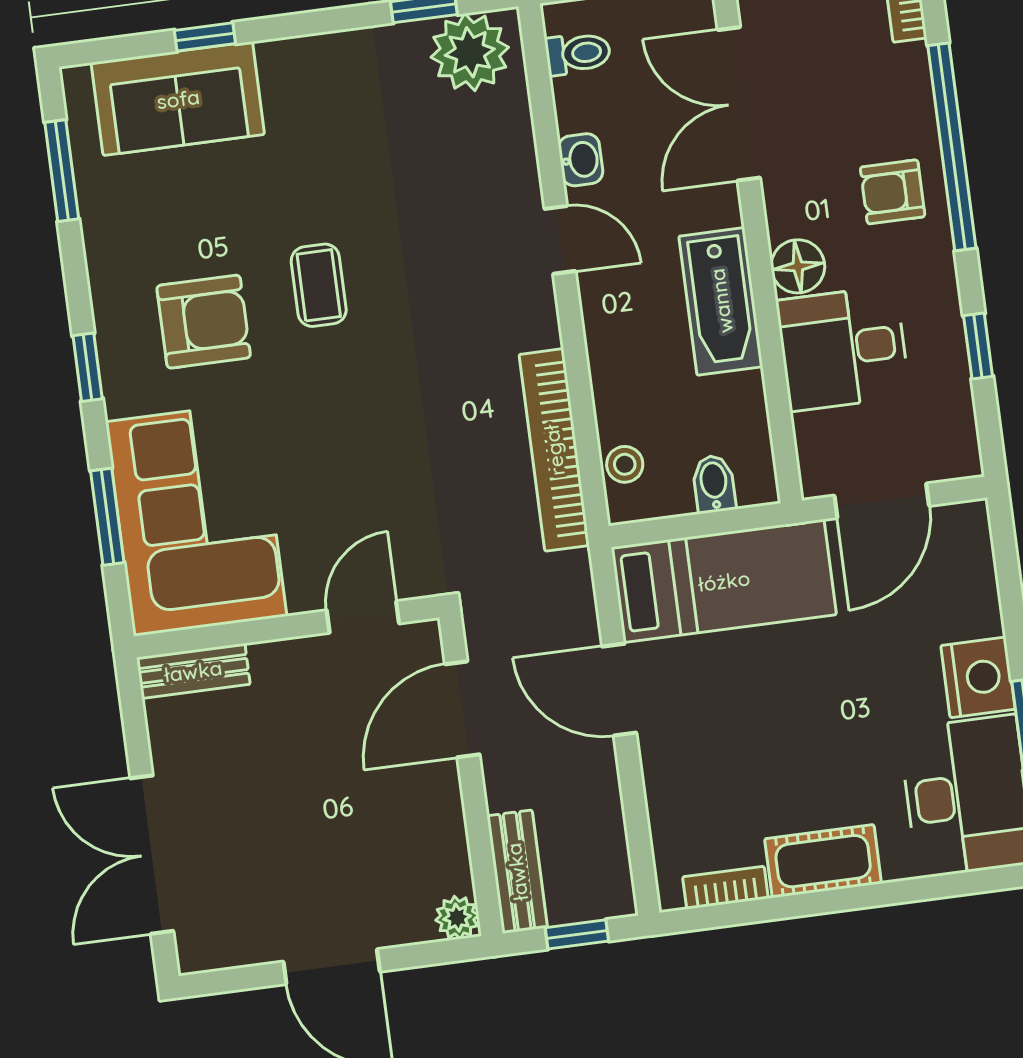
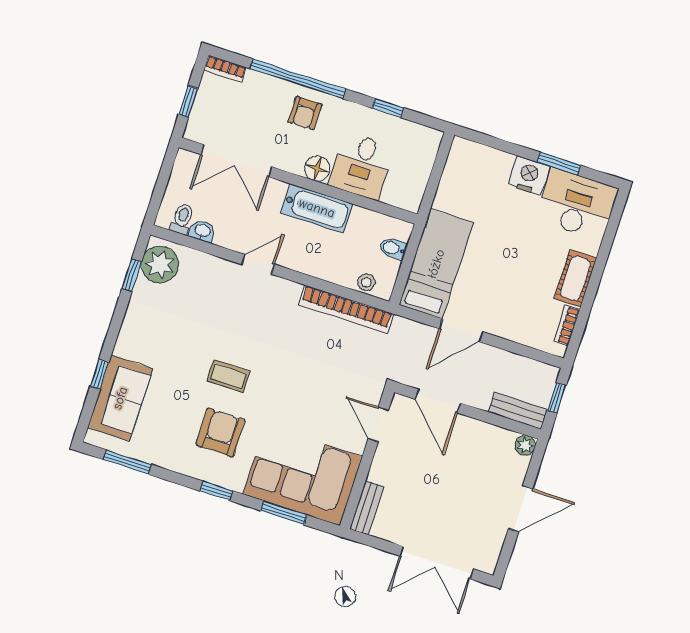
washbasin: (581, 160) -> (203, 231), moved
door: (882, 501) -> (434, 180), removed

